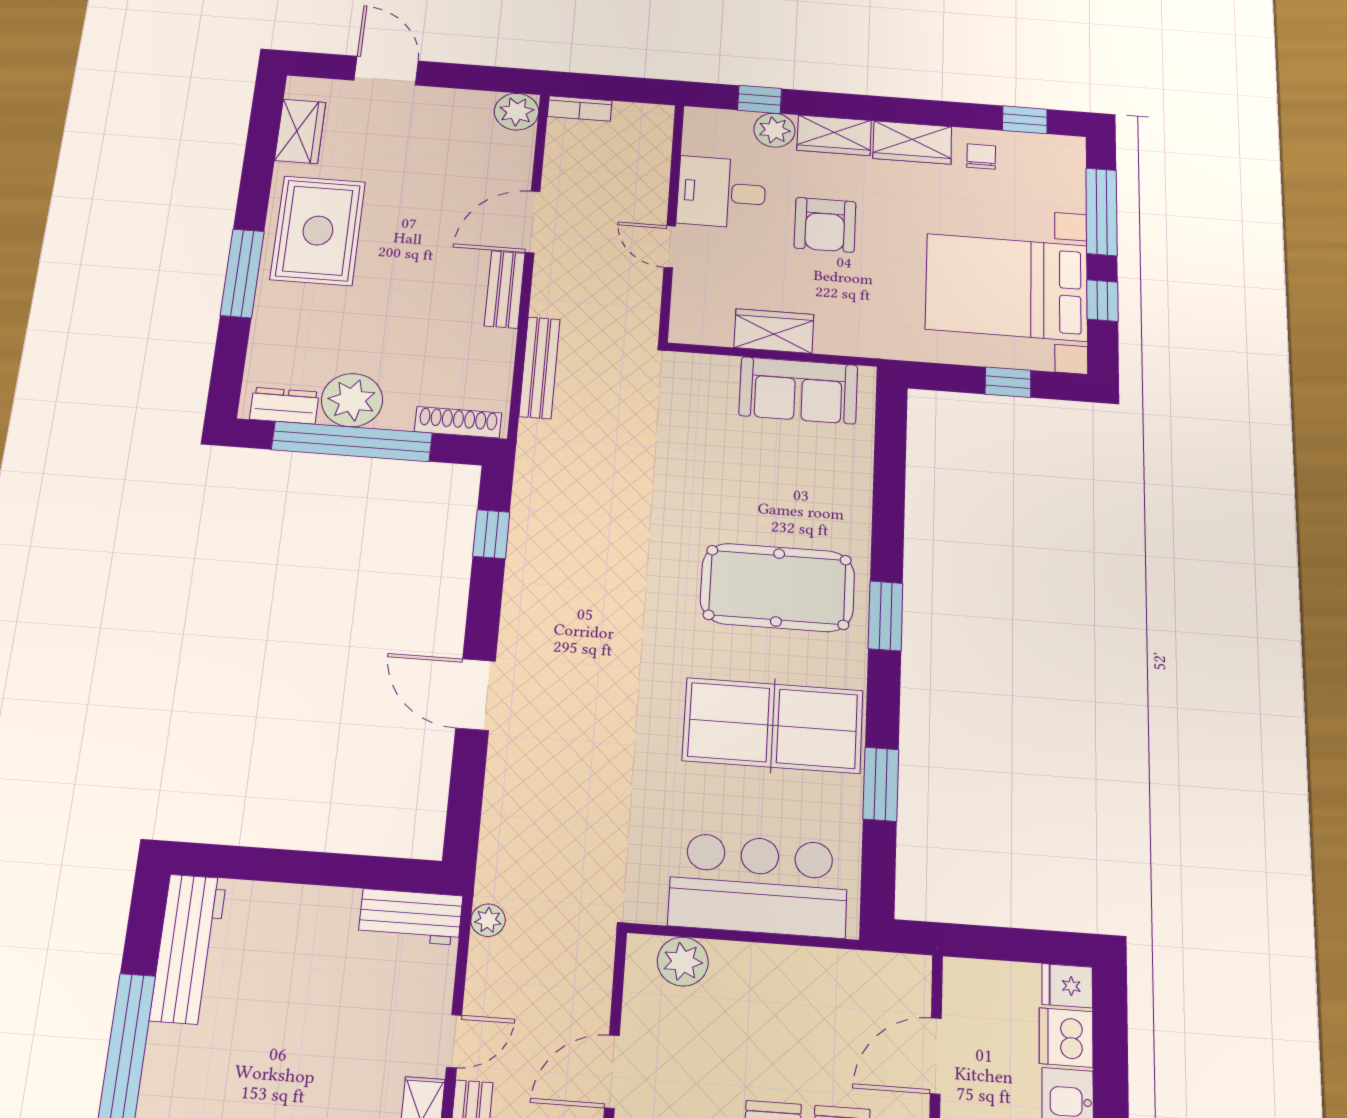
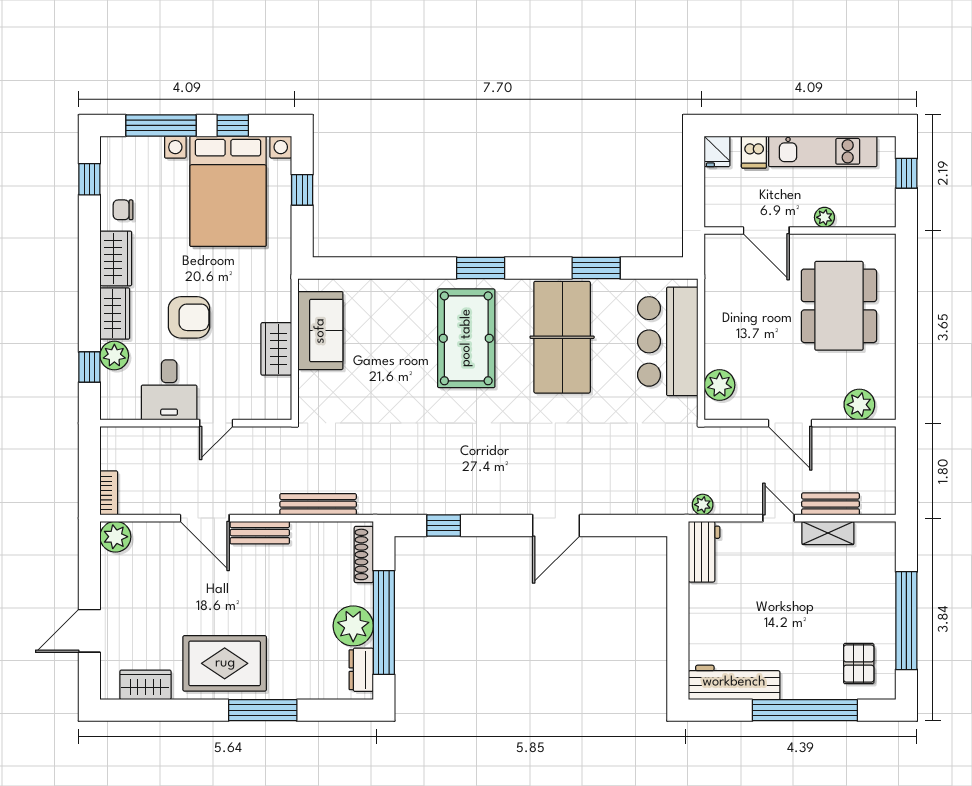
dishwasher: (1066, 1038) -> (754, 152), width x0.73

